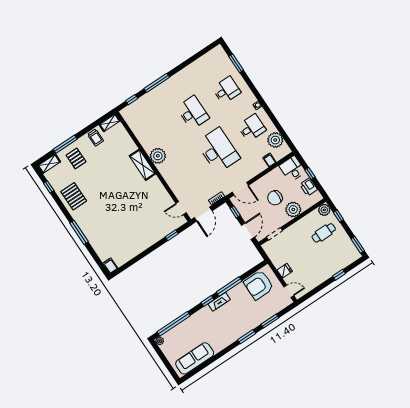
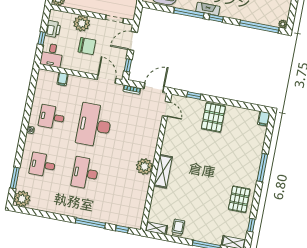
plant: (275, 140) -> (22, 199), moved
pallet: (76, 158) -> (213, 117), moved, width x1.50, depth x1.42

